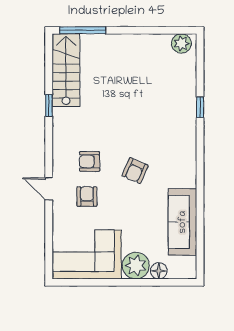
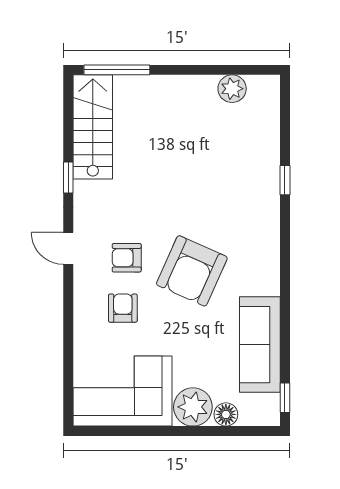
plant: (181, 43) -> (232, 89), moved
armchair: (135, 171) -> (192, 271), width x1.88, depth x1.88
door: (49, 189) -> (68, 248), moved
window: (200, 259) -> (285, 398), added

